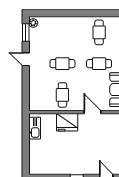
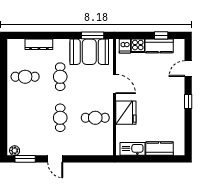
door: (26, 59) -> (55, 159), hinge flipped
door: (93, 112) -> (115, 84), swing flipped
kitchen counter: (35, 152) -> (159, 149), added

